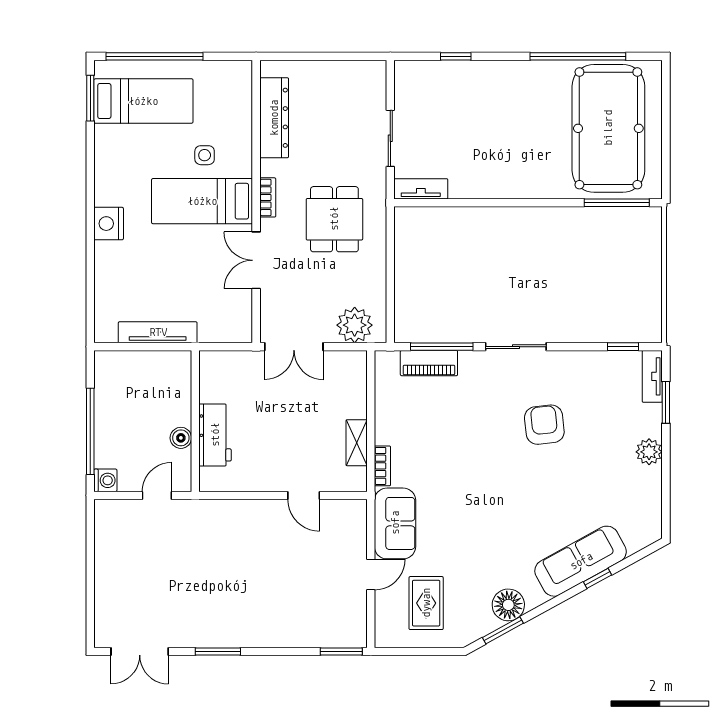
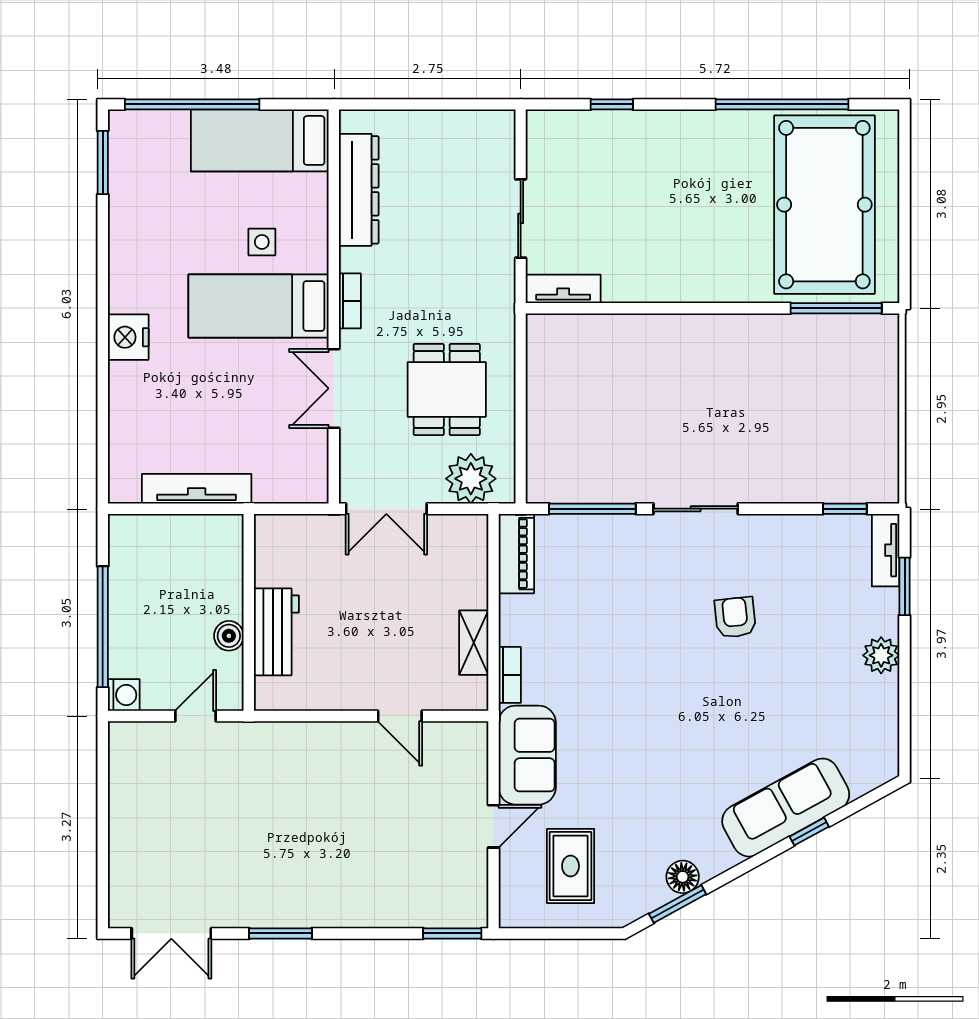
bed: (143, 101) -> (260, 140), moved, turned 180
dining table: (334, 219) -> (447, 389), moved
piano: (429, 363) -> (516, 554), moved, turned -90
armchair: (544, 425) -> (735, 617), width x0.72, depth x0.72
floor lamp: (508, 605) -> (683, 877), width x0.73, depth x0.73

